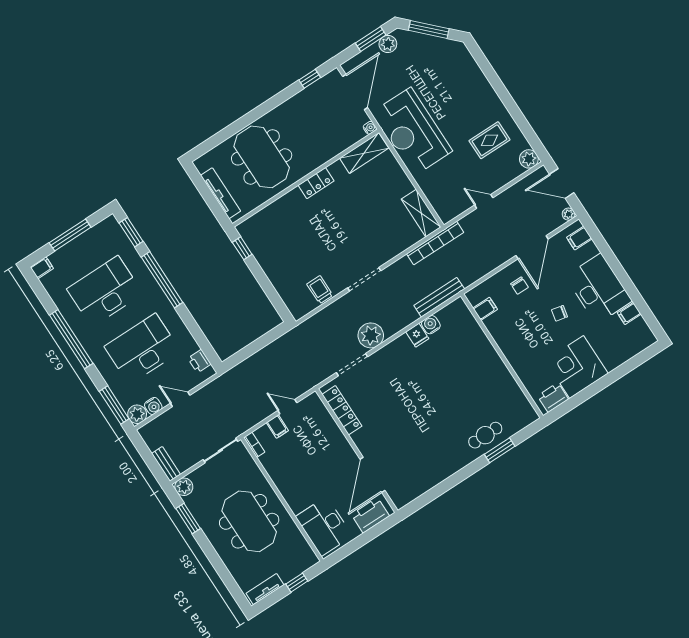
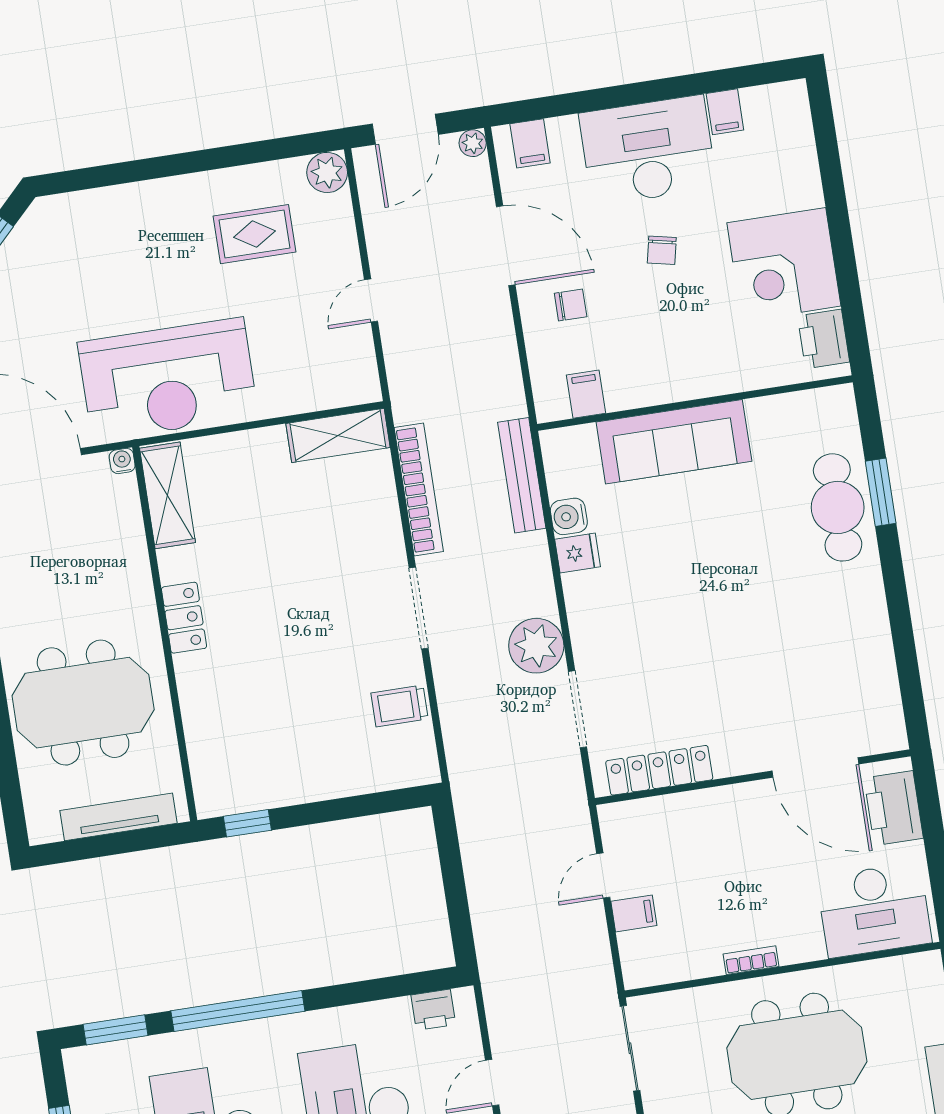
rug: (489, 140) -> (255, 234), turned 90
bookcase: (435, 243) -> (419, 489), moved
sofa: (482, 354) -> (674, 442), added
cafe table: (485, 435) -> (838, 507), width x1.37, depth x1.35
bookcase: (254, 445) -> (751, 960), moved

